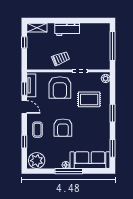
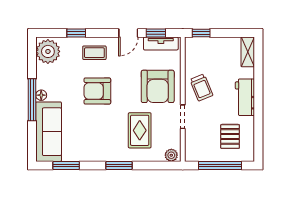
pallet: (93, 39) -> (230, 136), added
window: (24, 42) -> (201, 33), moved
armchair: (60, 87) -> (158, 86), turned -90

